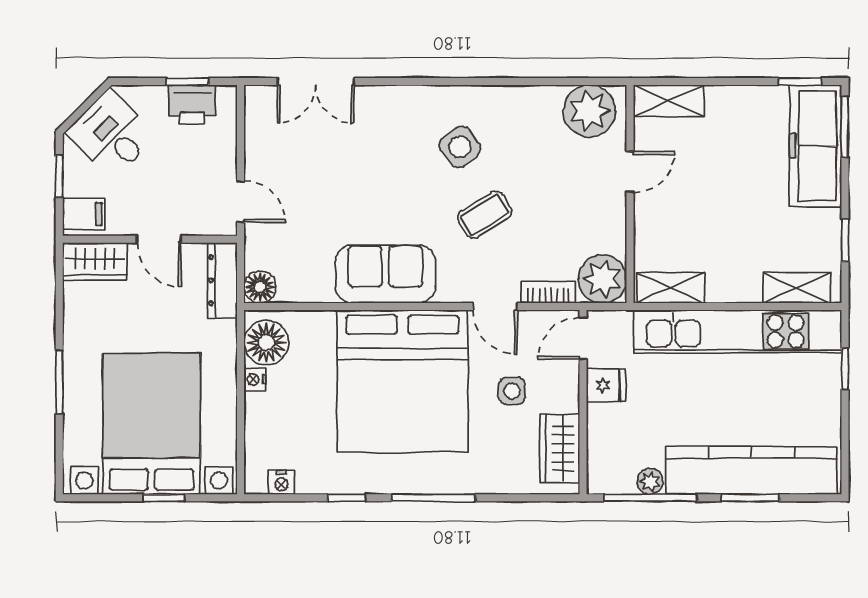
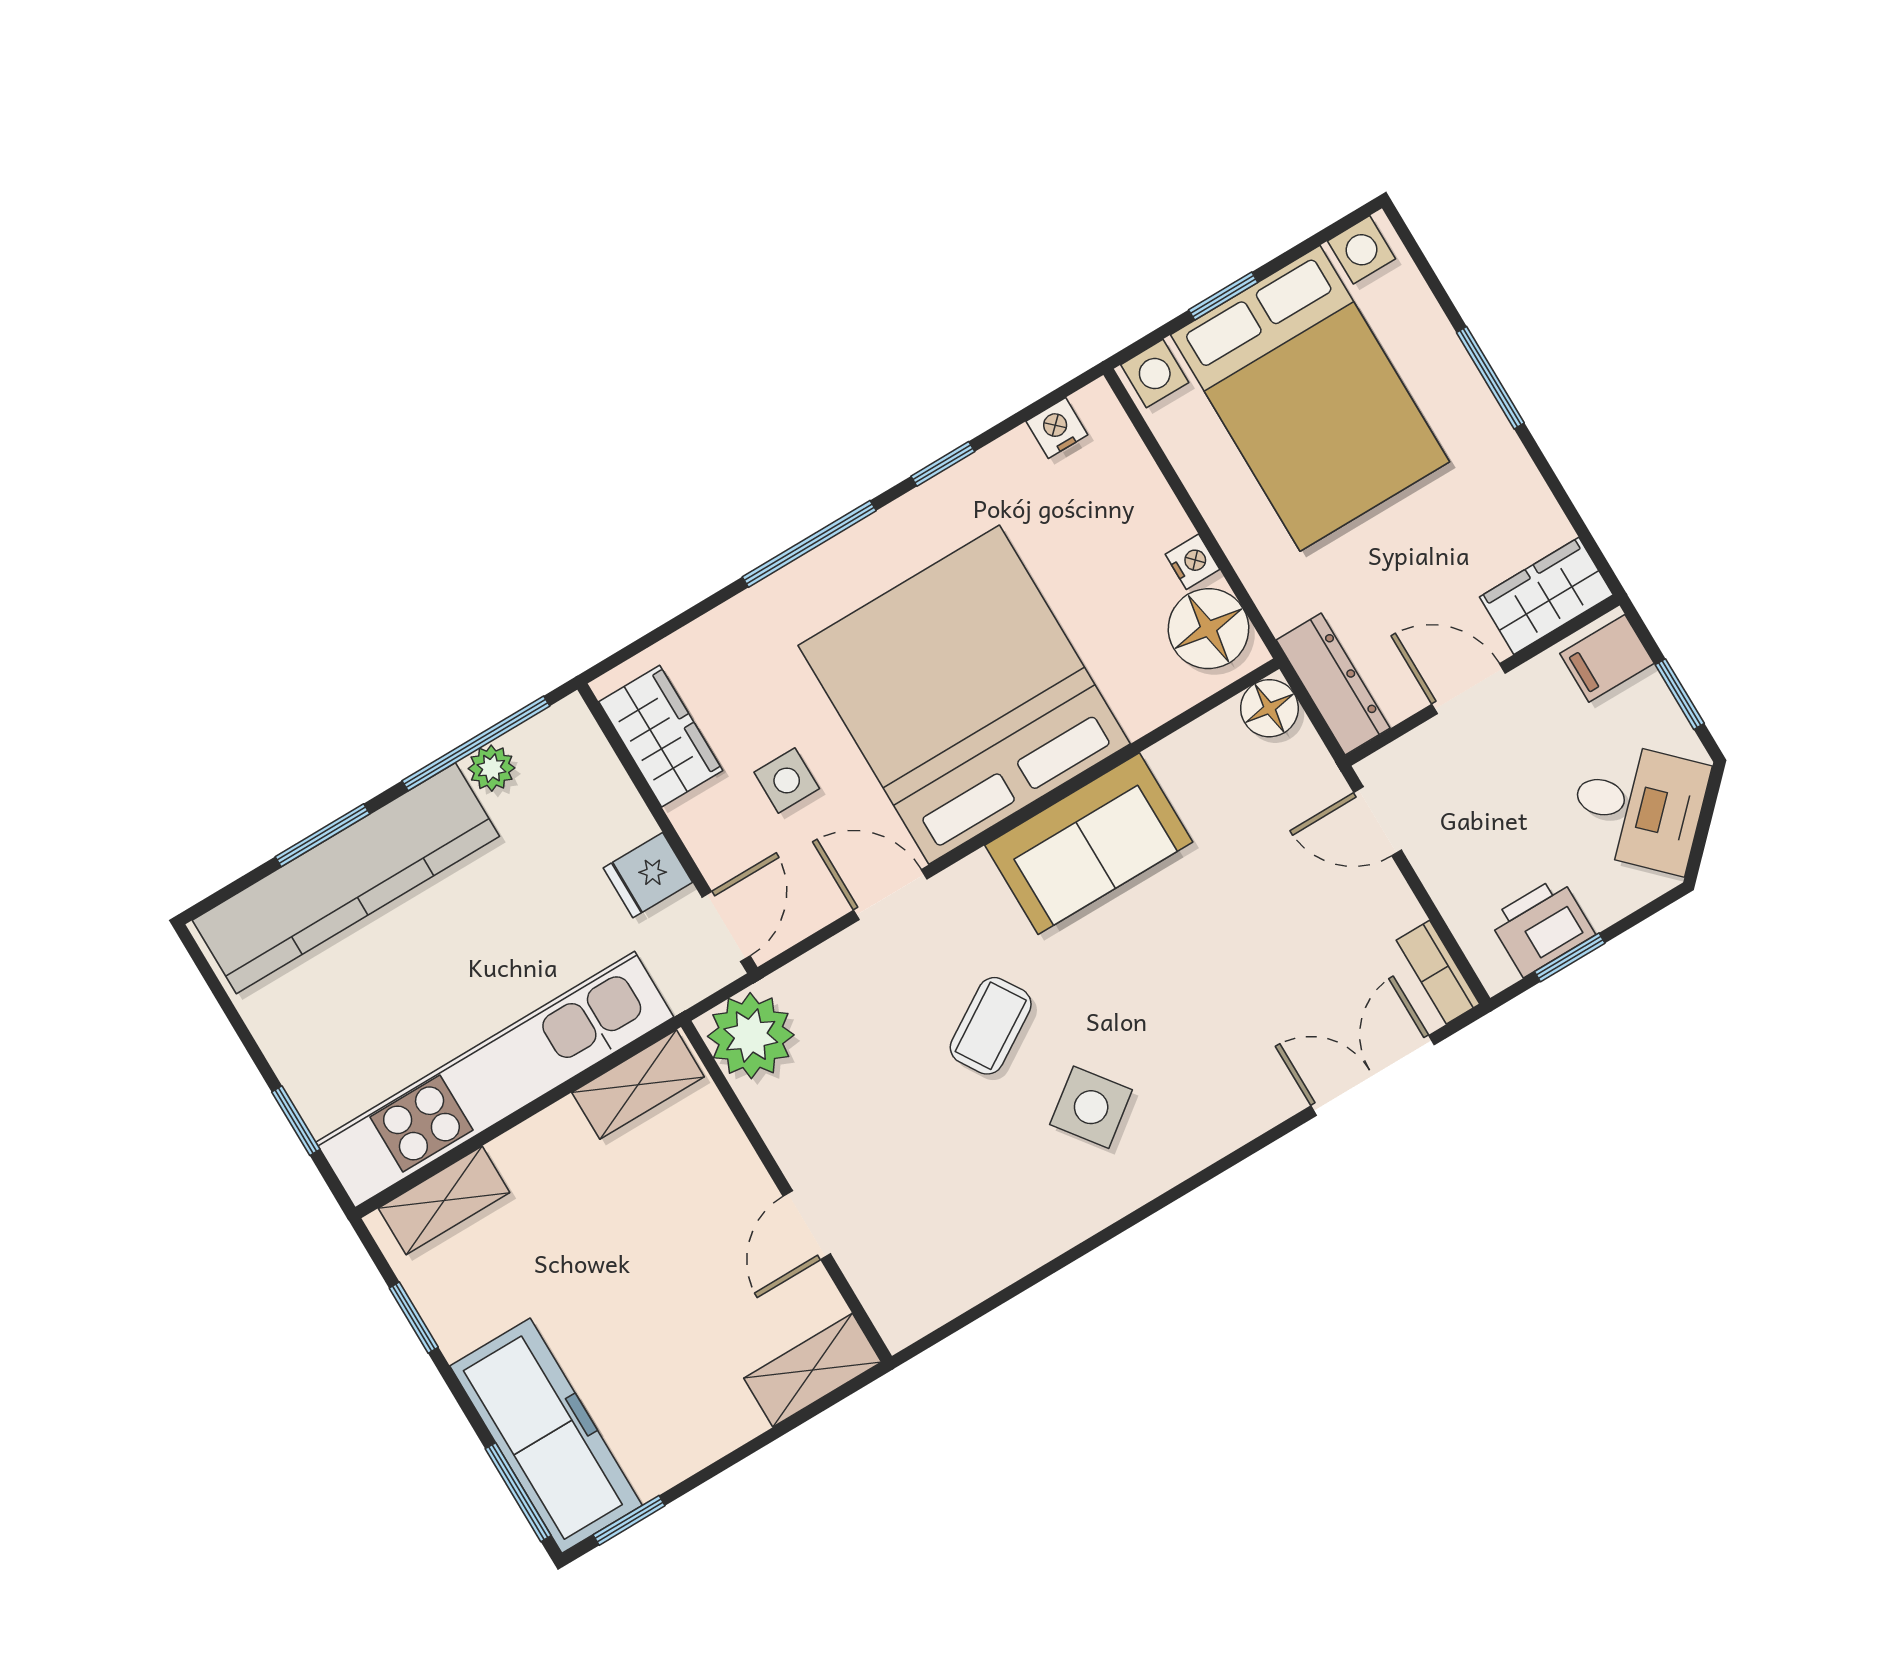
plant: (589, 111) -> (925, 1282), removed
bookcase: (548, 292) -> (1438, 972), moved, turned 90

